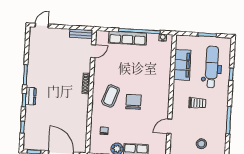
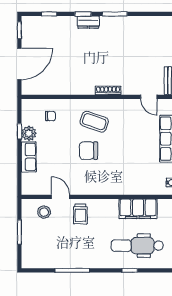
dental chair: (212, 67) -> (137, 246), turned 180
chair: (133, 102) -> (88, 151), turned 180
trolley: (197, 103) -> (80, 214), moved
stool: (201, 144) -> (44, 212), moved

